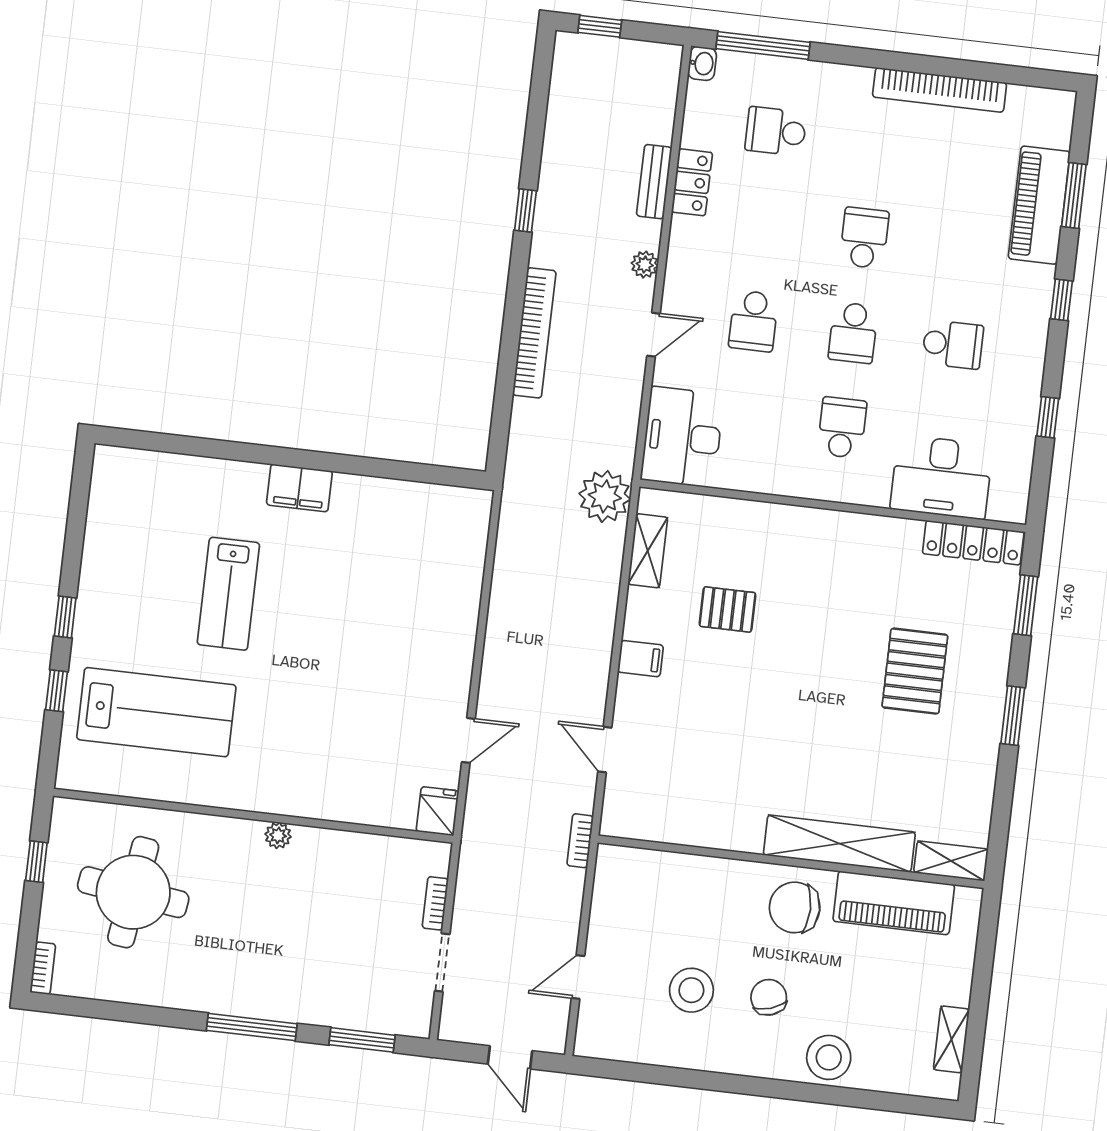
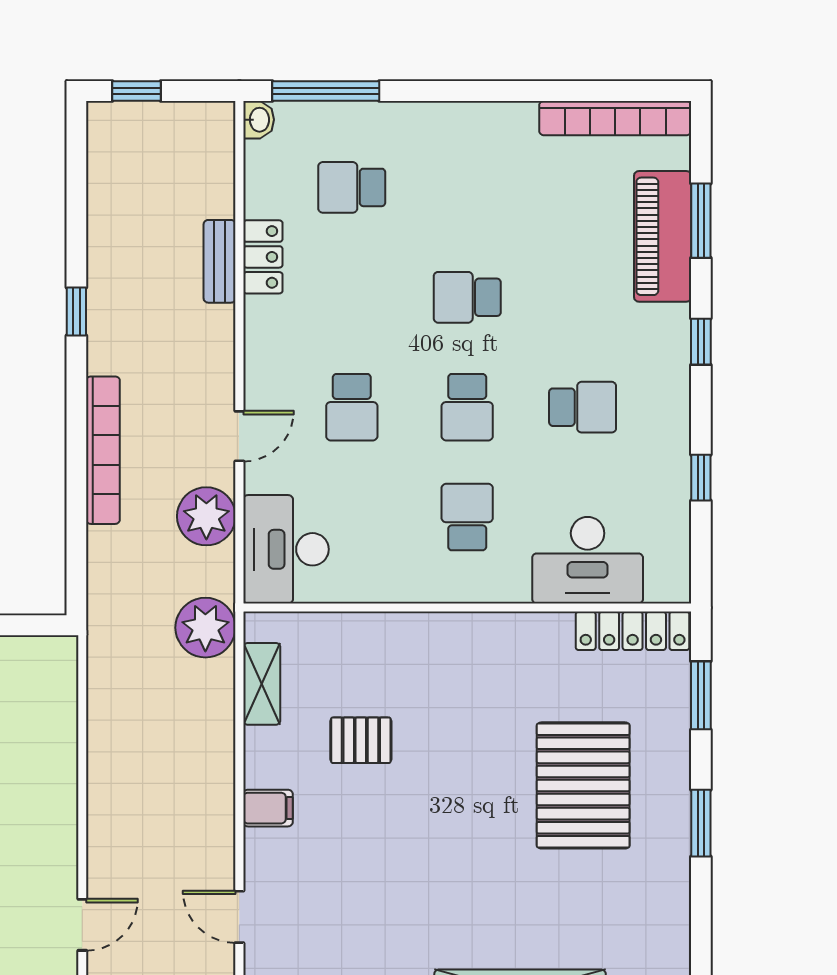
bookcase: (940, 90) -> (615, 118), moved
school desk: (864, 238) -> (467, 297), turned -90
plant: (645, 265) -> (206, 516), moved, width x1.87, depth x1.87
pallet: (915, 671) -> (583, 785), width x1.37, depth x1.41

